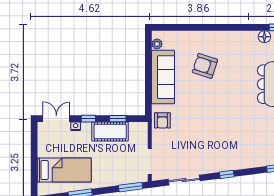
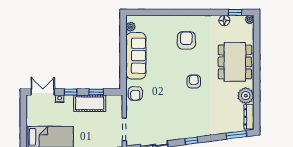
armchair: (205, 66) -> (186, 40), moved, turned 72
armchair: (229, 107) -> (194, 81), added

